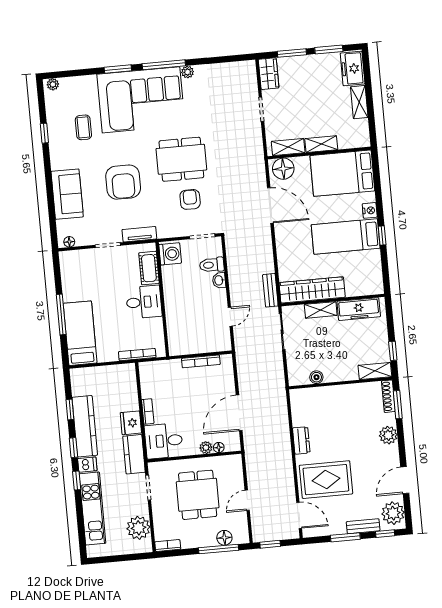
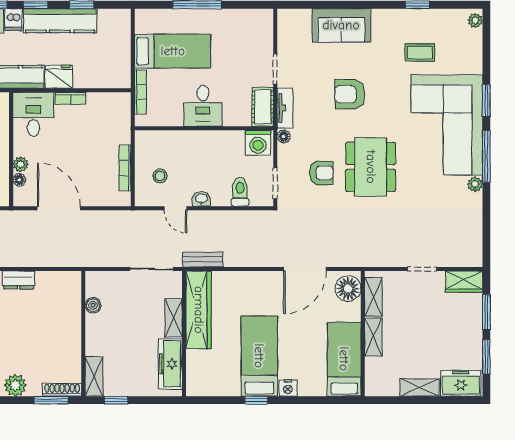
bed: (342, 173) -> (344, 359), width x0.67
armchair: (123, 182) -> (350, 94), width x0.73, depth x0.73
floor lamp: (69, 242) -> (284, 136), moved
cot: (149, 268) -> (263, 107), moved, turned 90
washbasin: (219, 280) -> (201, 199), moved
stool: (205, 332) -> (160, 176), added
bed: (80, 333) -> (173, 51), moved

